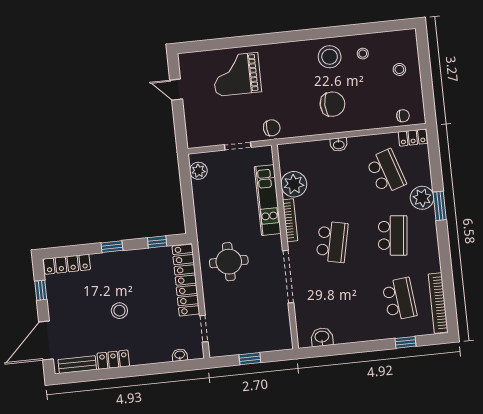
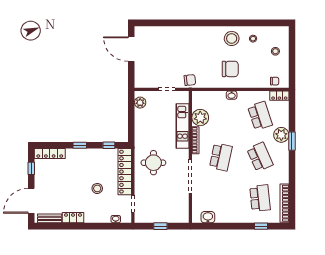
grand piano: (237, 74) -> (171, 43), removed
door: (176, 90) -> (131, 49), width x1.87
school desk: (393, 235) -> (260, 157), turned -30
stool: (119, 311) -> (97, 188), moved

